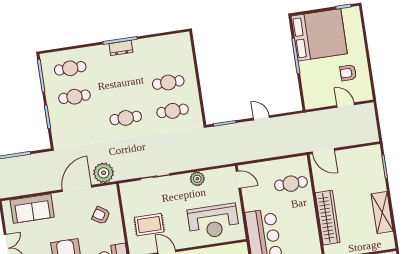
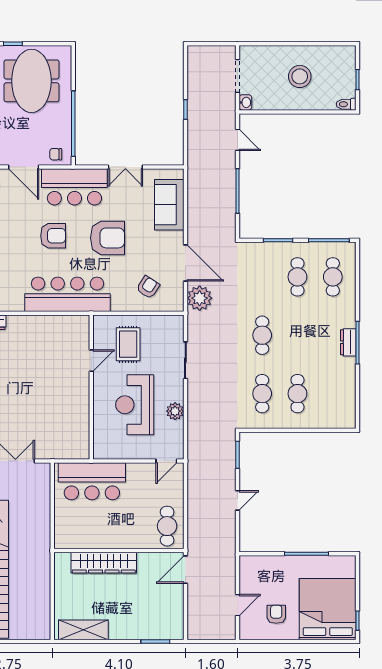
bed: (319, 35) -> (328, 609), moved, turned 180
cafe table: (291, 184) -> (167, 526), moved
shelving: (382, 213) -> (83, 630), moved
reception desk: (213, 221) -> (135, 405), moved

